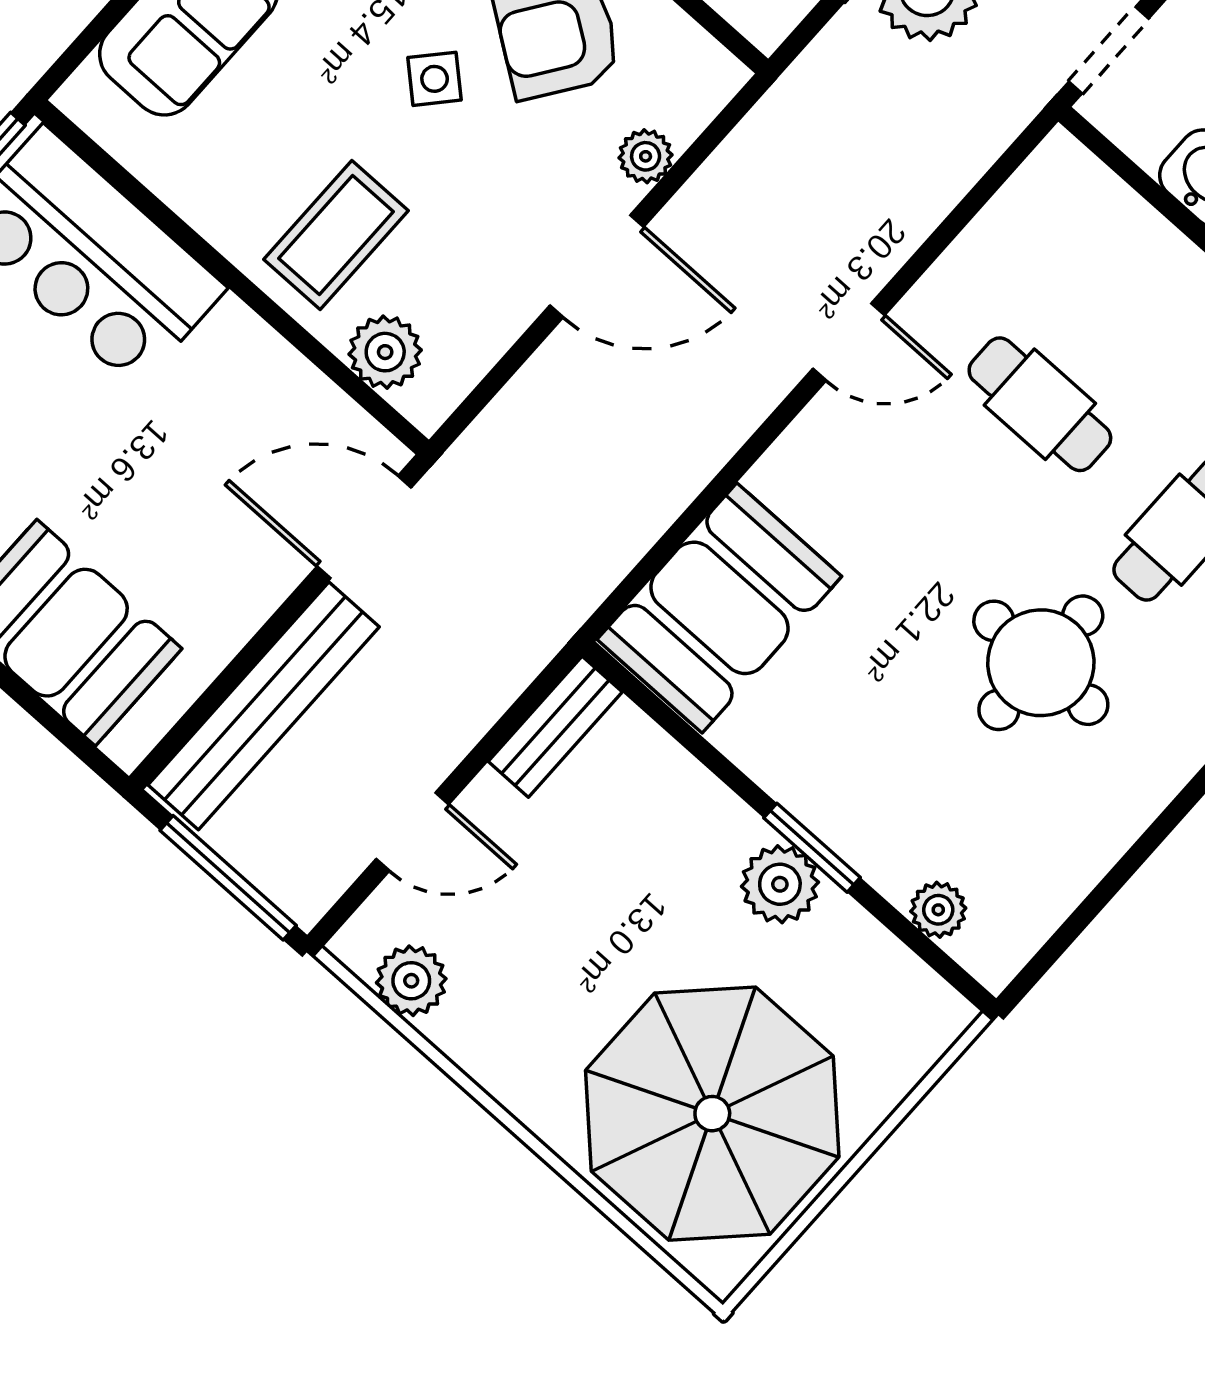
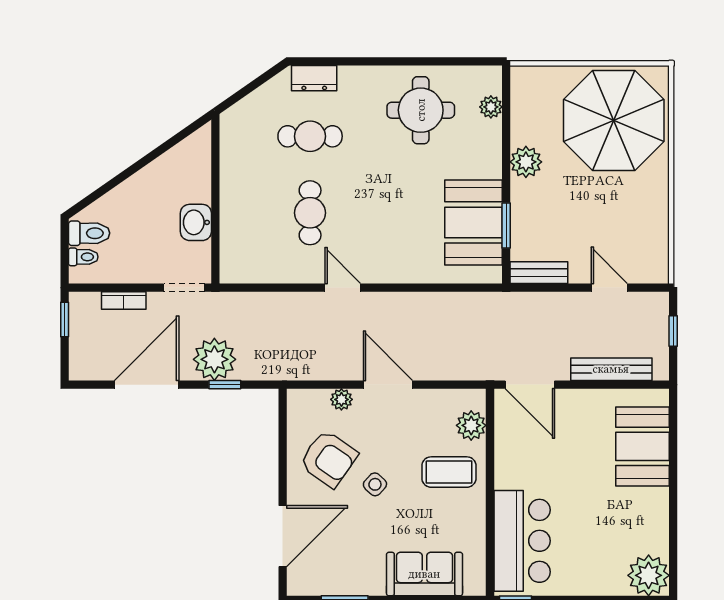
booth: (719, 608) -> (473, 222), moved, turned 90
round table: (1041, 663) -> (421, 110), moved
bench: (264, 706) -> (611, 369), width x0.73, depth x0.82
window: (812, 848) -> (506, 226), moved
window: (228, 878) -> (673, 331), width x0.46
plant: (411, 981) -> (655, 248), removed

